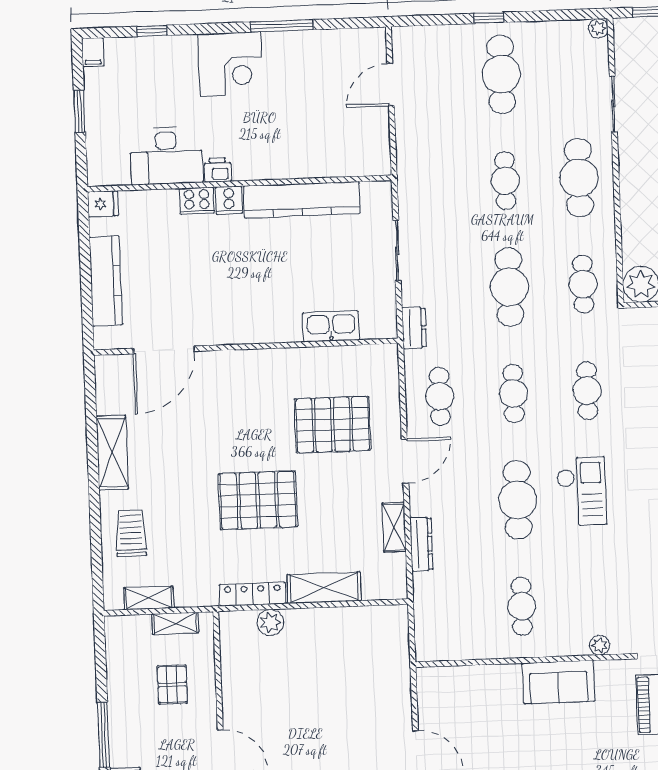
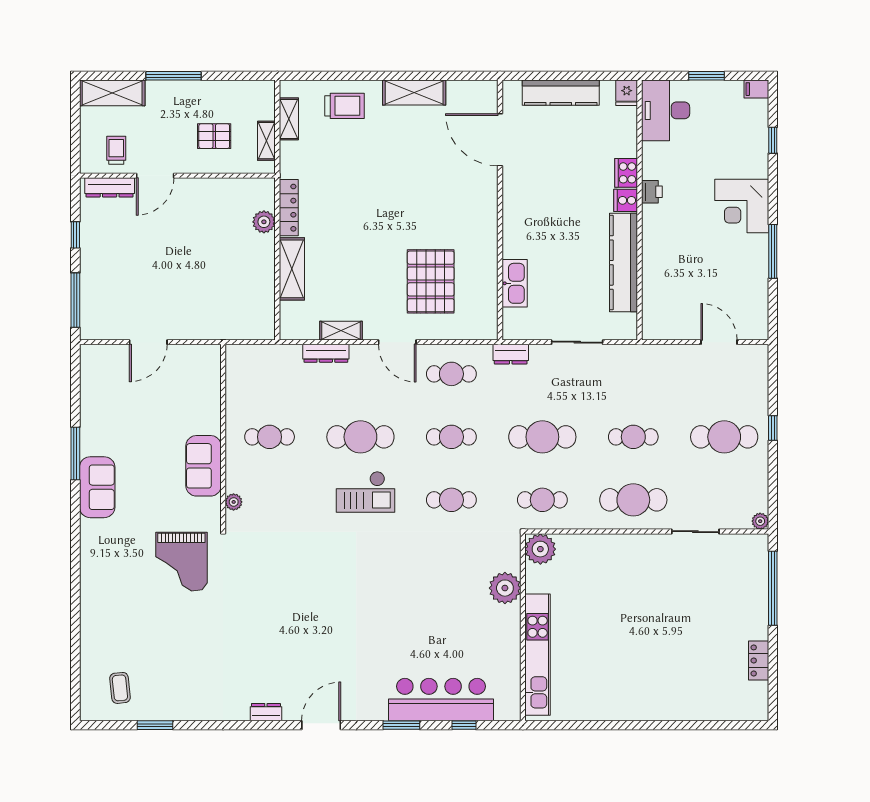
desk: (166, 156) -> (666, 110), moved
pallet: (258, 500) -> (369, 215), removed

